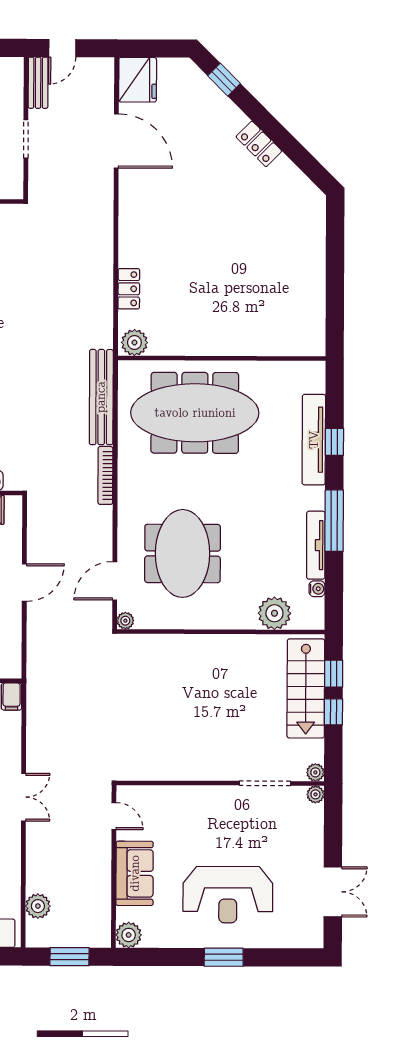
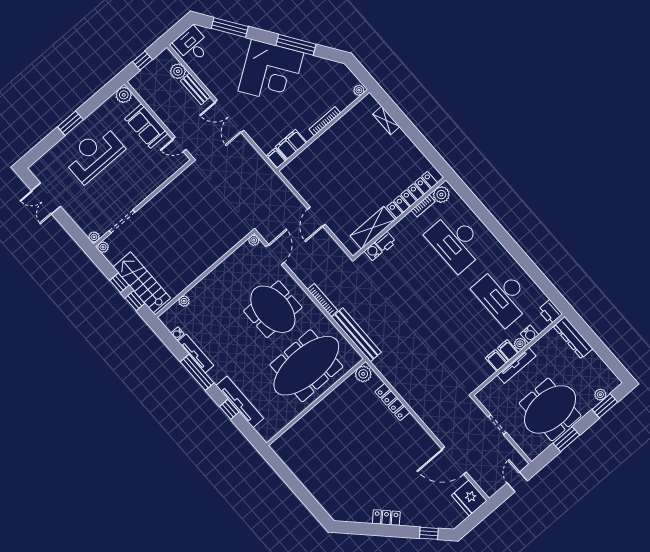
bench: (38, 83) -> (195, 89), moved
locker: (129, 289) -> (392, 402), width x1.53
meeting table: (183, 553) -> (273, 309), moved
plant: (274, 613) -> (184, 301), width x0.53, depth x0.53
double door: (24, 797) -> (229, 116), width x1.37
window: (70, 957) -> (142, 61), width x0.67

